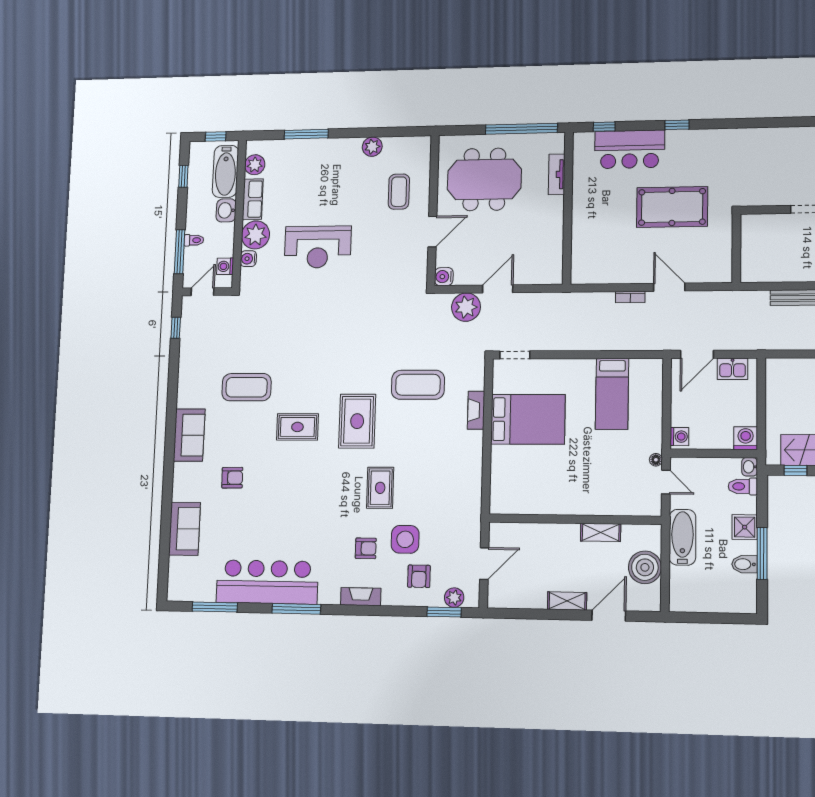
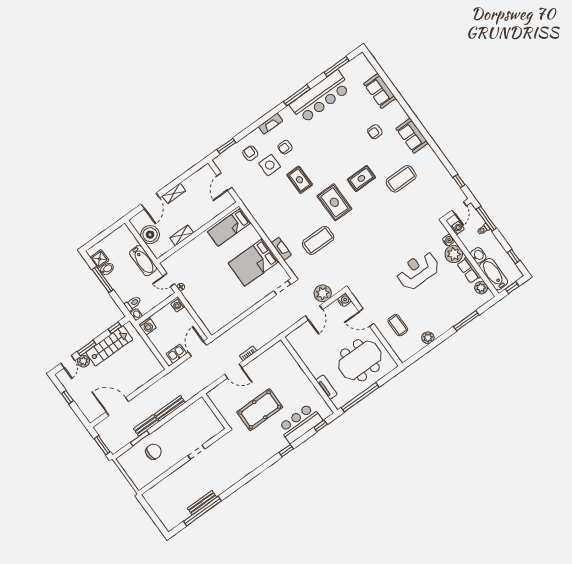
door: (432, 232) -> (366, 318), hinge flipped
bed: (612, 394) -> (229, 227), moved, turned -90
shower: (745, 527) -> (99, 259), moved
plant: (454, 598) -> (227, 156), removed

